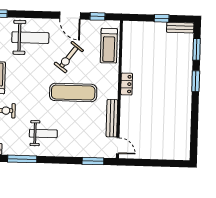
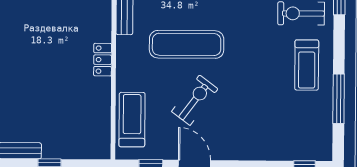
weight bench: (30, 38) -> (256, 130), removed

